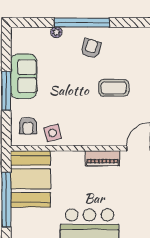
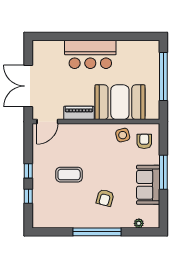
plant: (56, 32) -> (139, 223), moved
armchair: (91, 49) -> (105, 198), moved
booth: (31, 179) -> (120, 102), moved, turned 90

